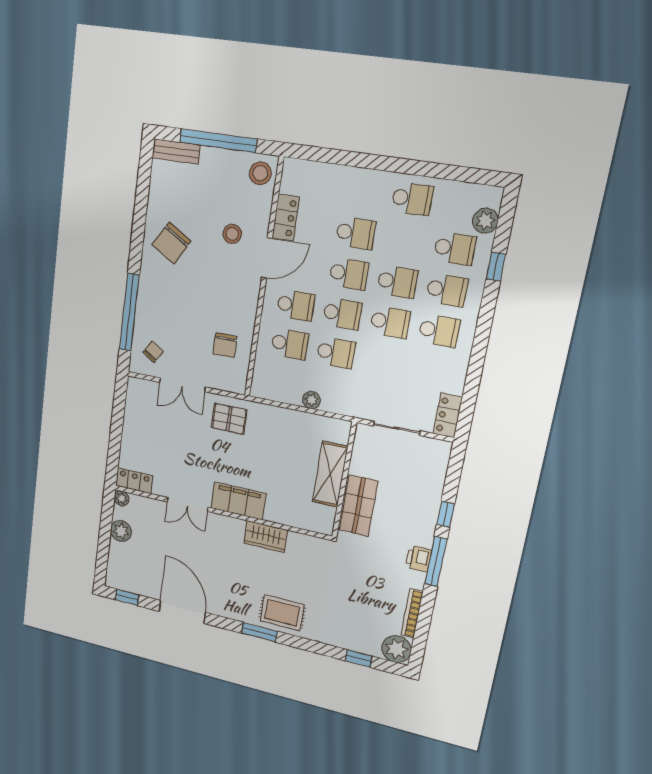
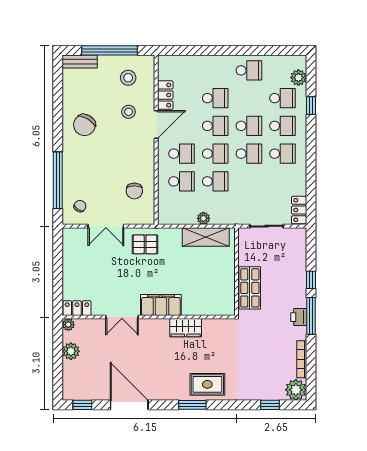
stool: (260, 173) -> (128, 78), moved
shelving: (330, 474) -> (206, 237), moved, turned 90

